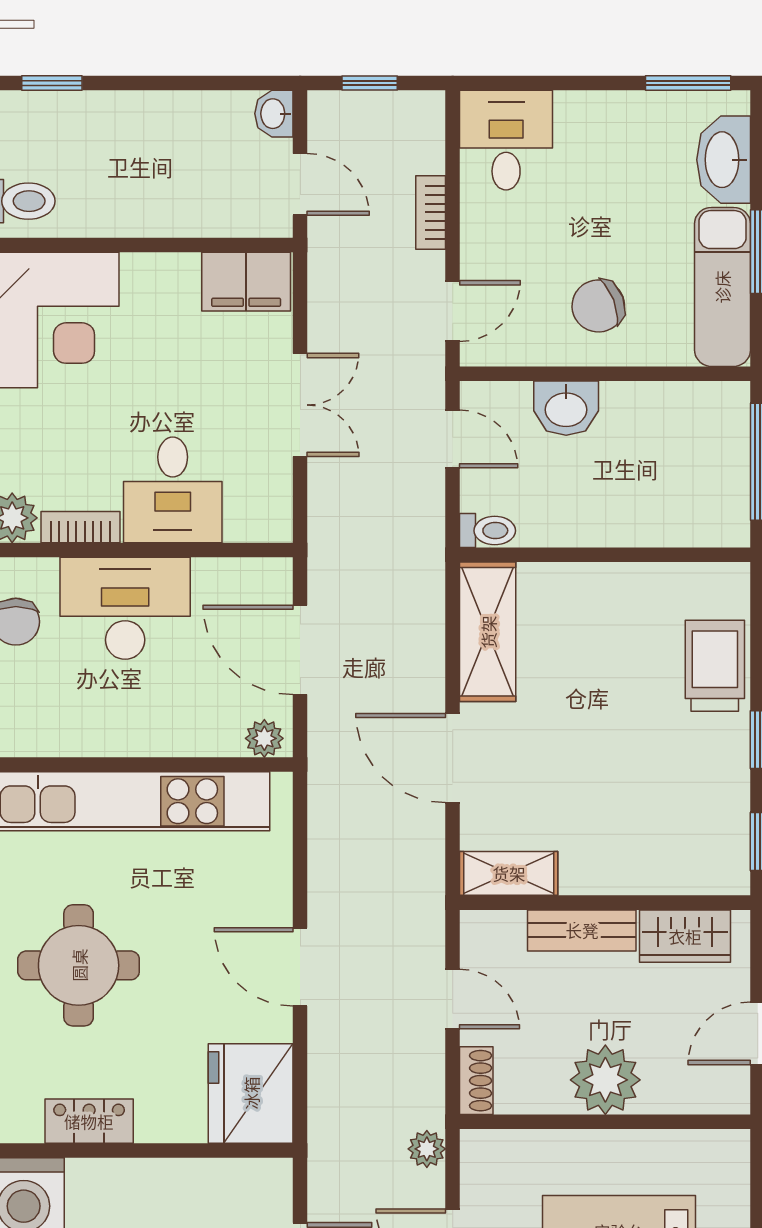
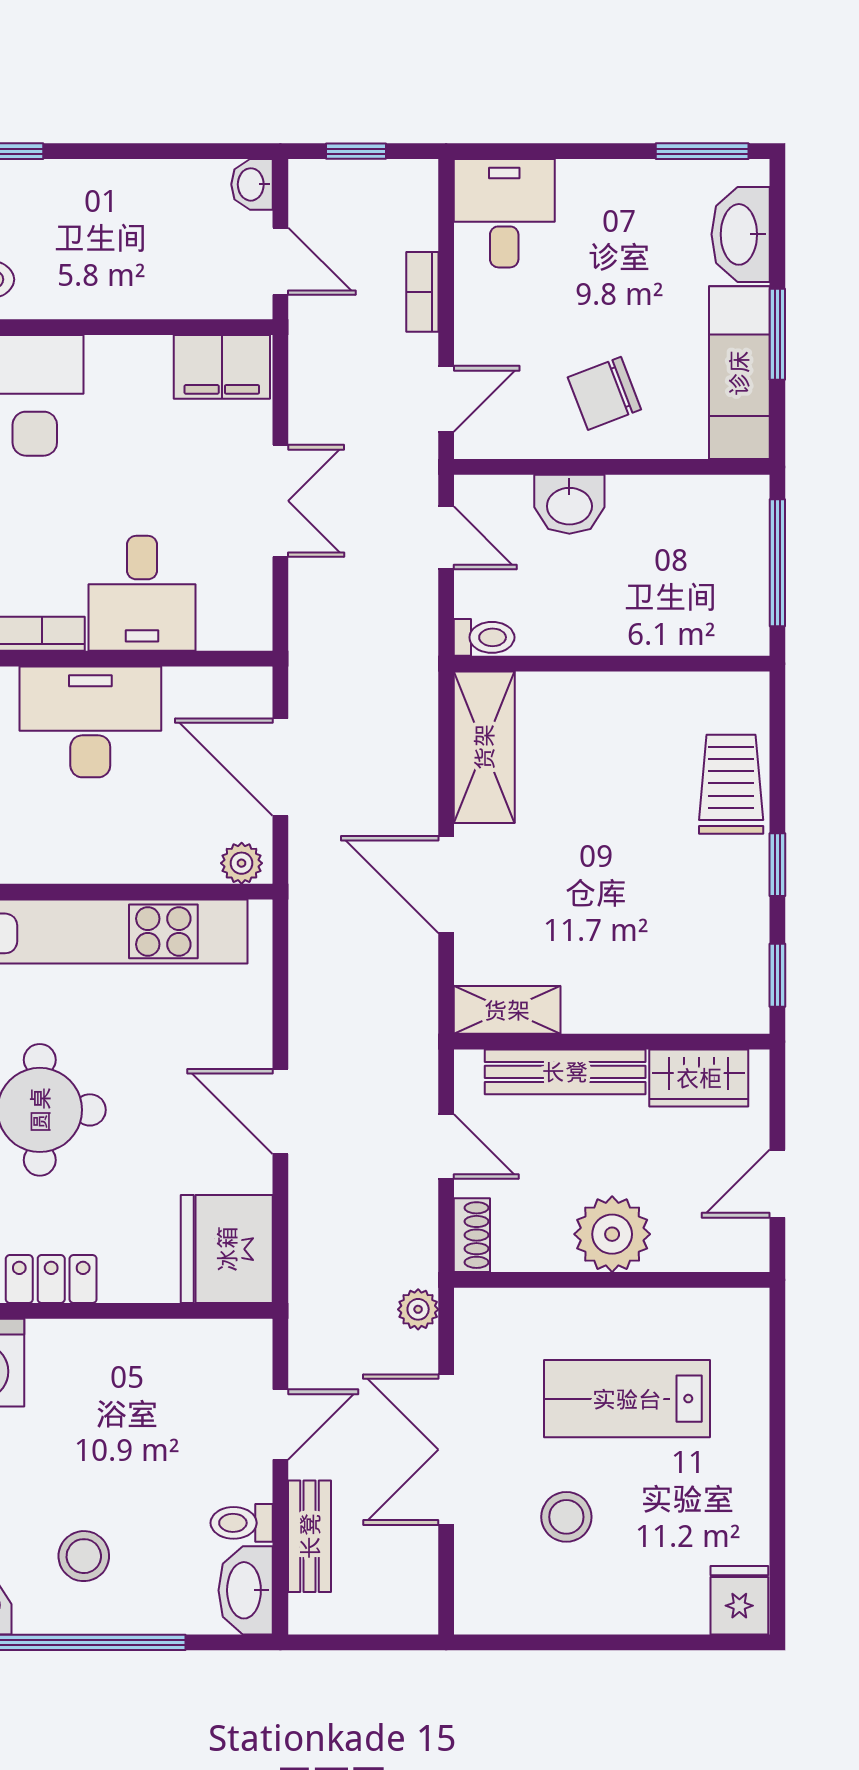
bench: (582, 930) -> (565, 1072), width x1.36

